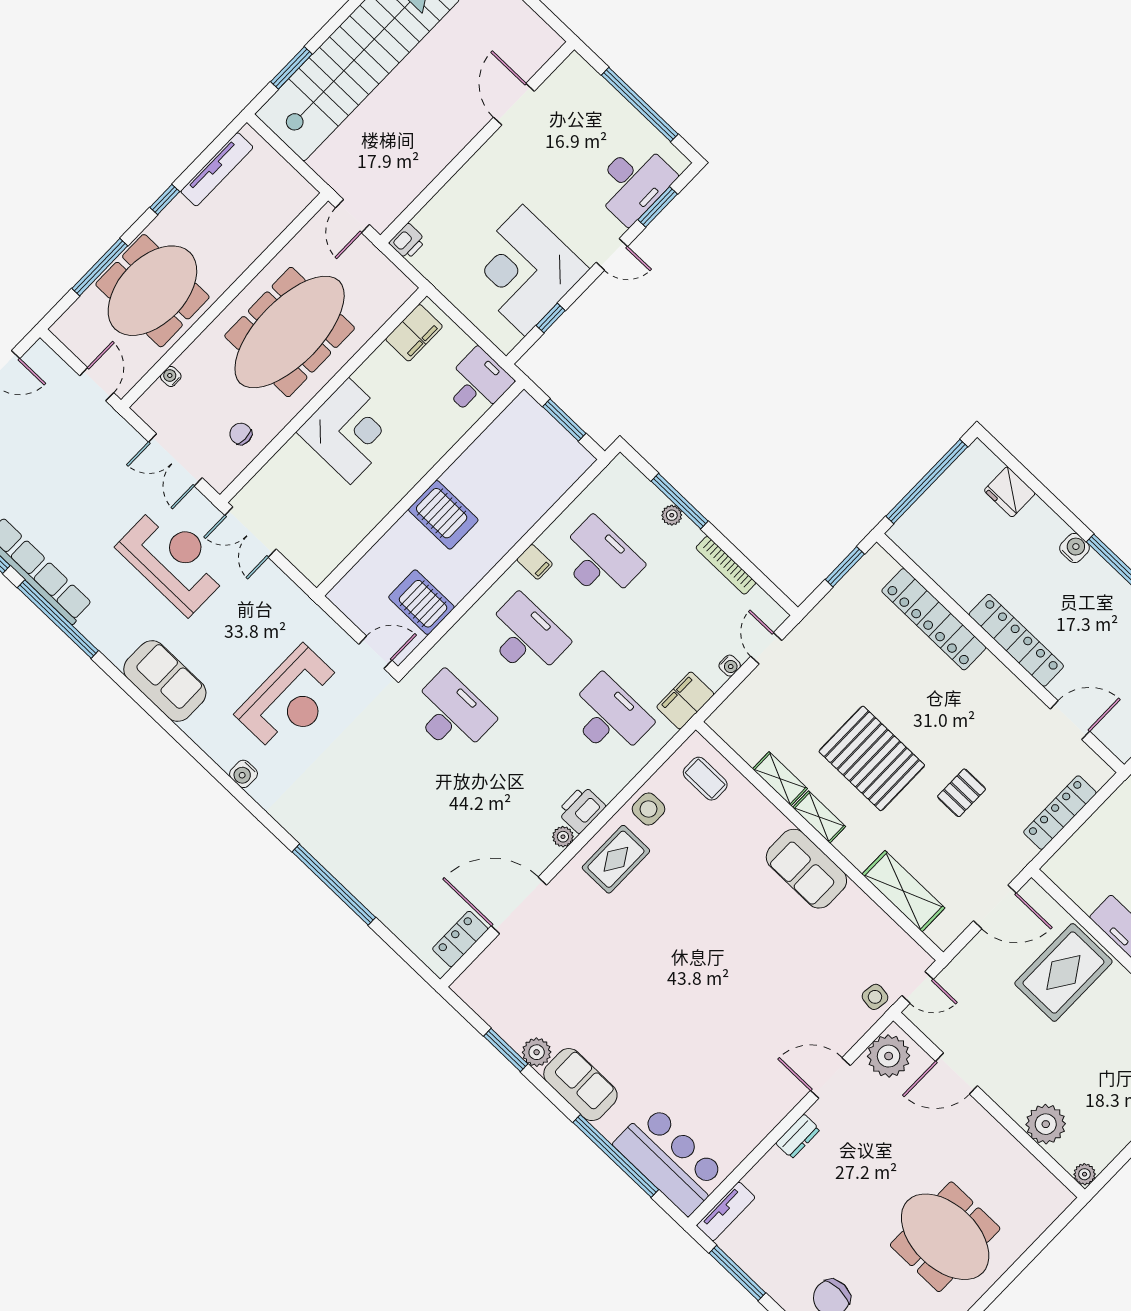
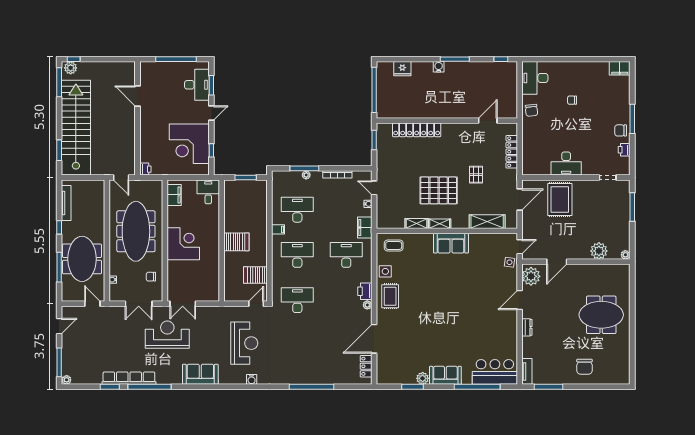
locker: (1016, 640) -> (448, 112), removed

